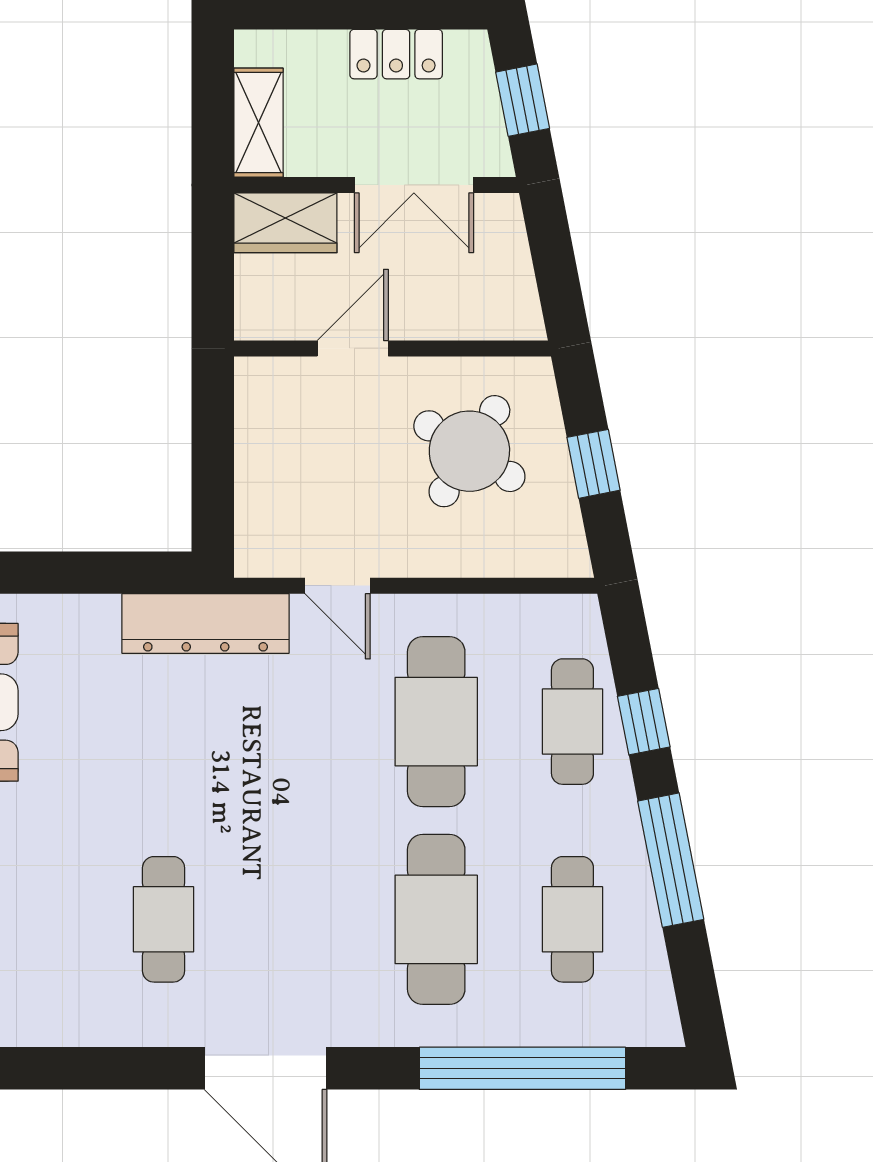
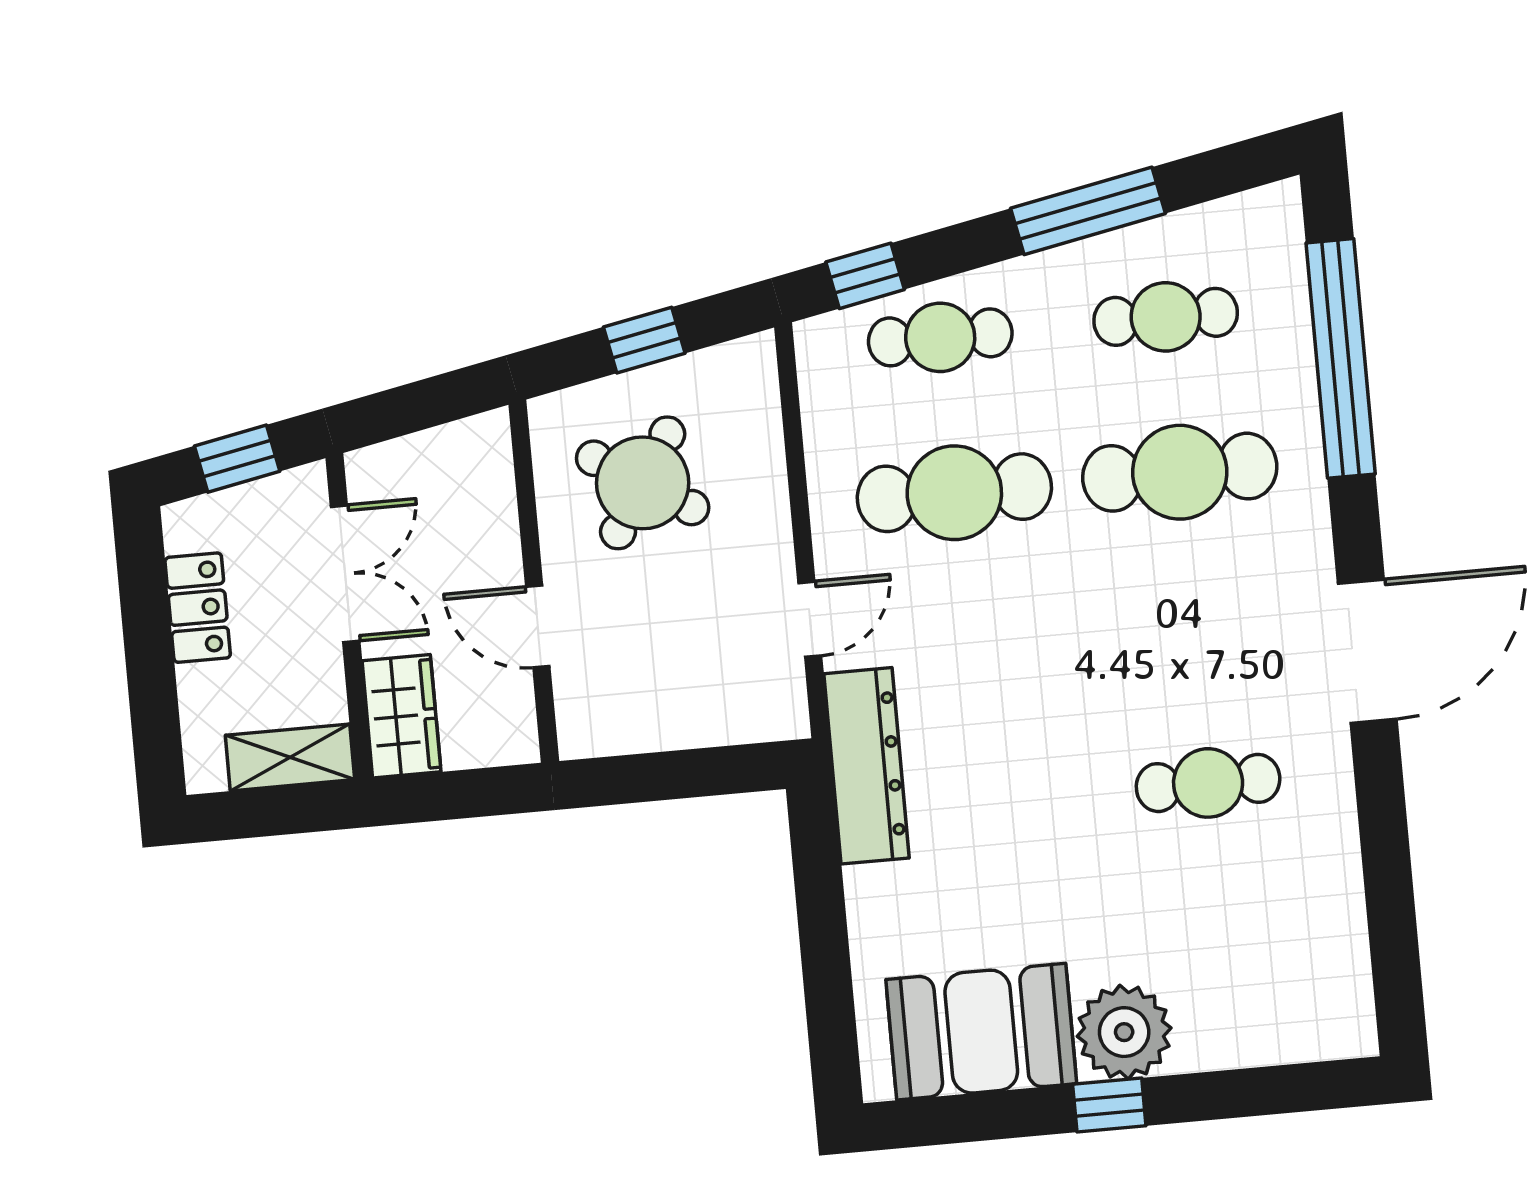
window: (644, 722) -> (865, 276), moved

